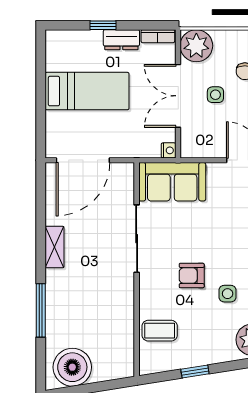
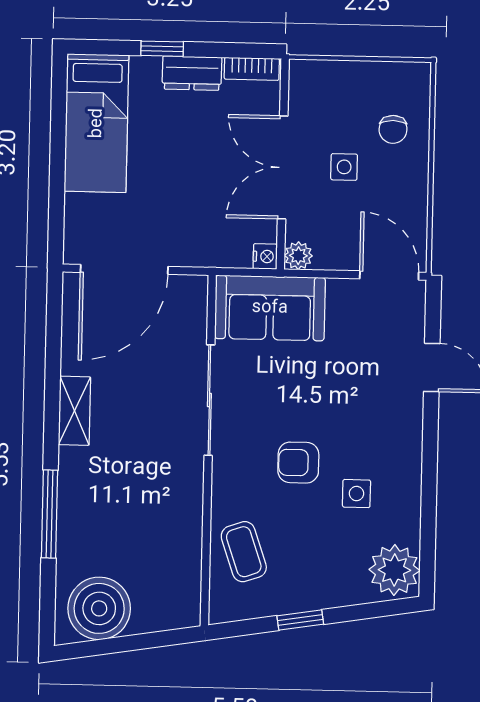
plant: (196, 46) -> (298, 256), moved, width x0.53, depth x0.53
bed: (87, 91) -> (97, 123), moved, turned 90
coffee table: (160, 331) -> (244, 552), turned 71

